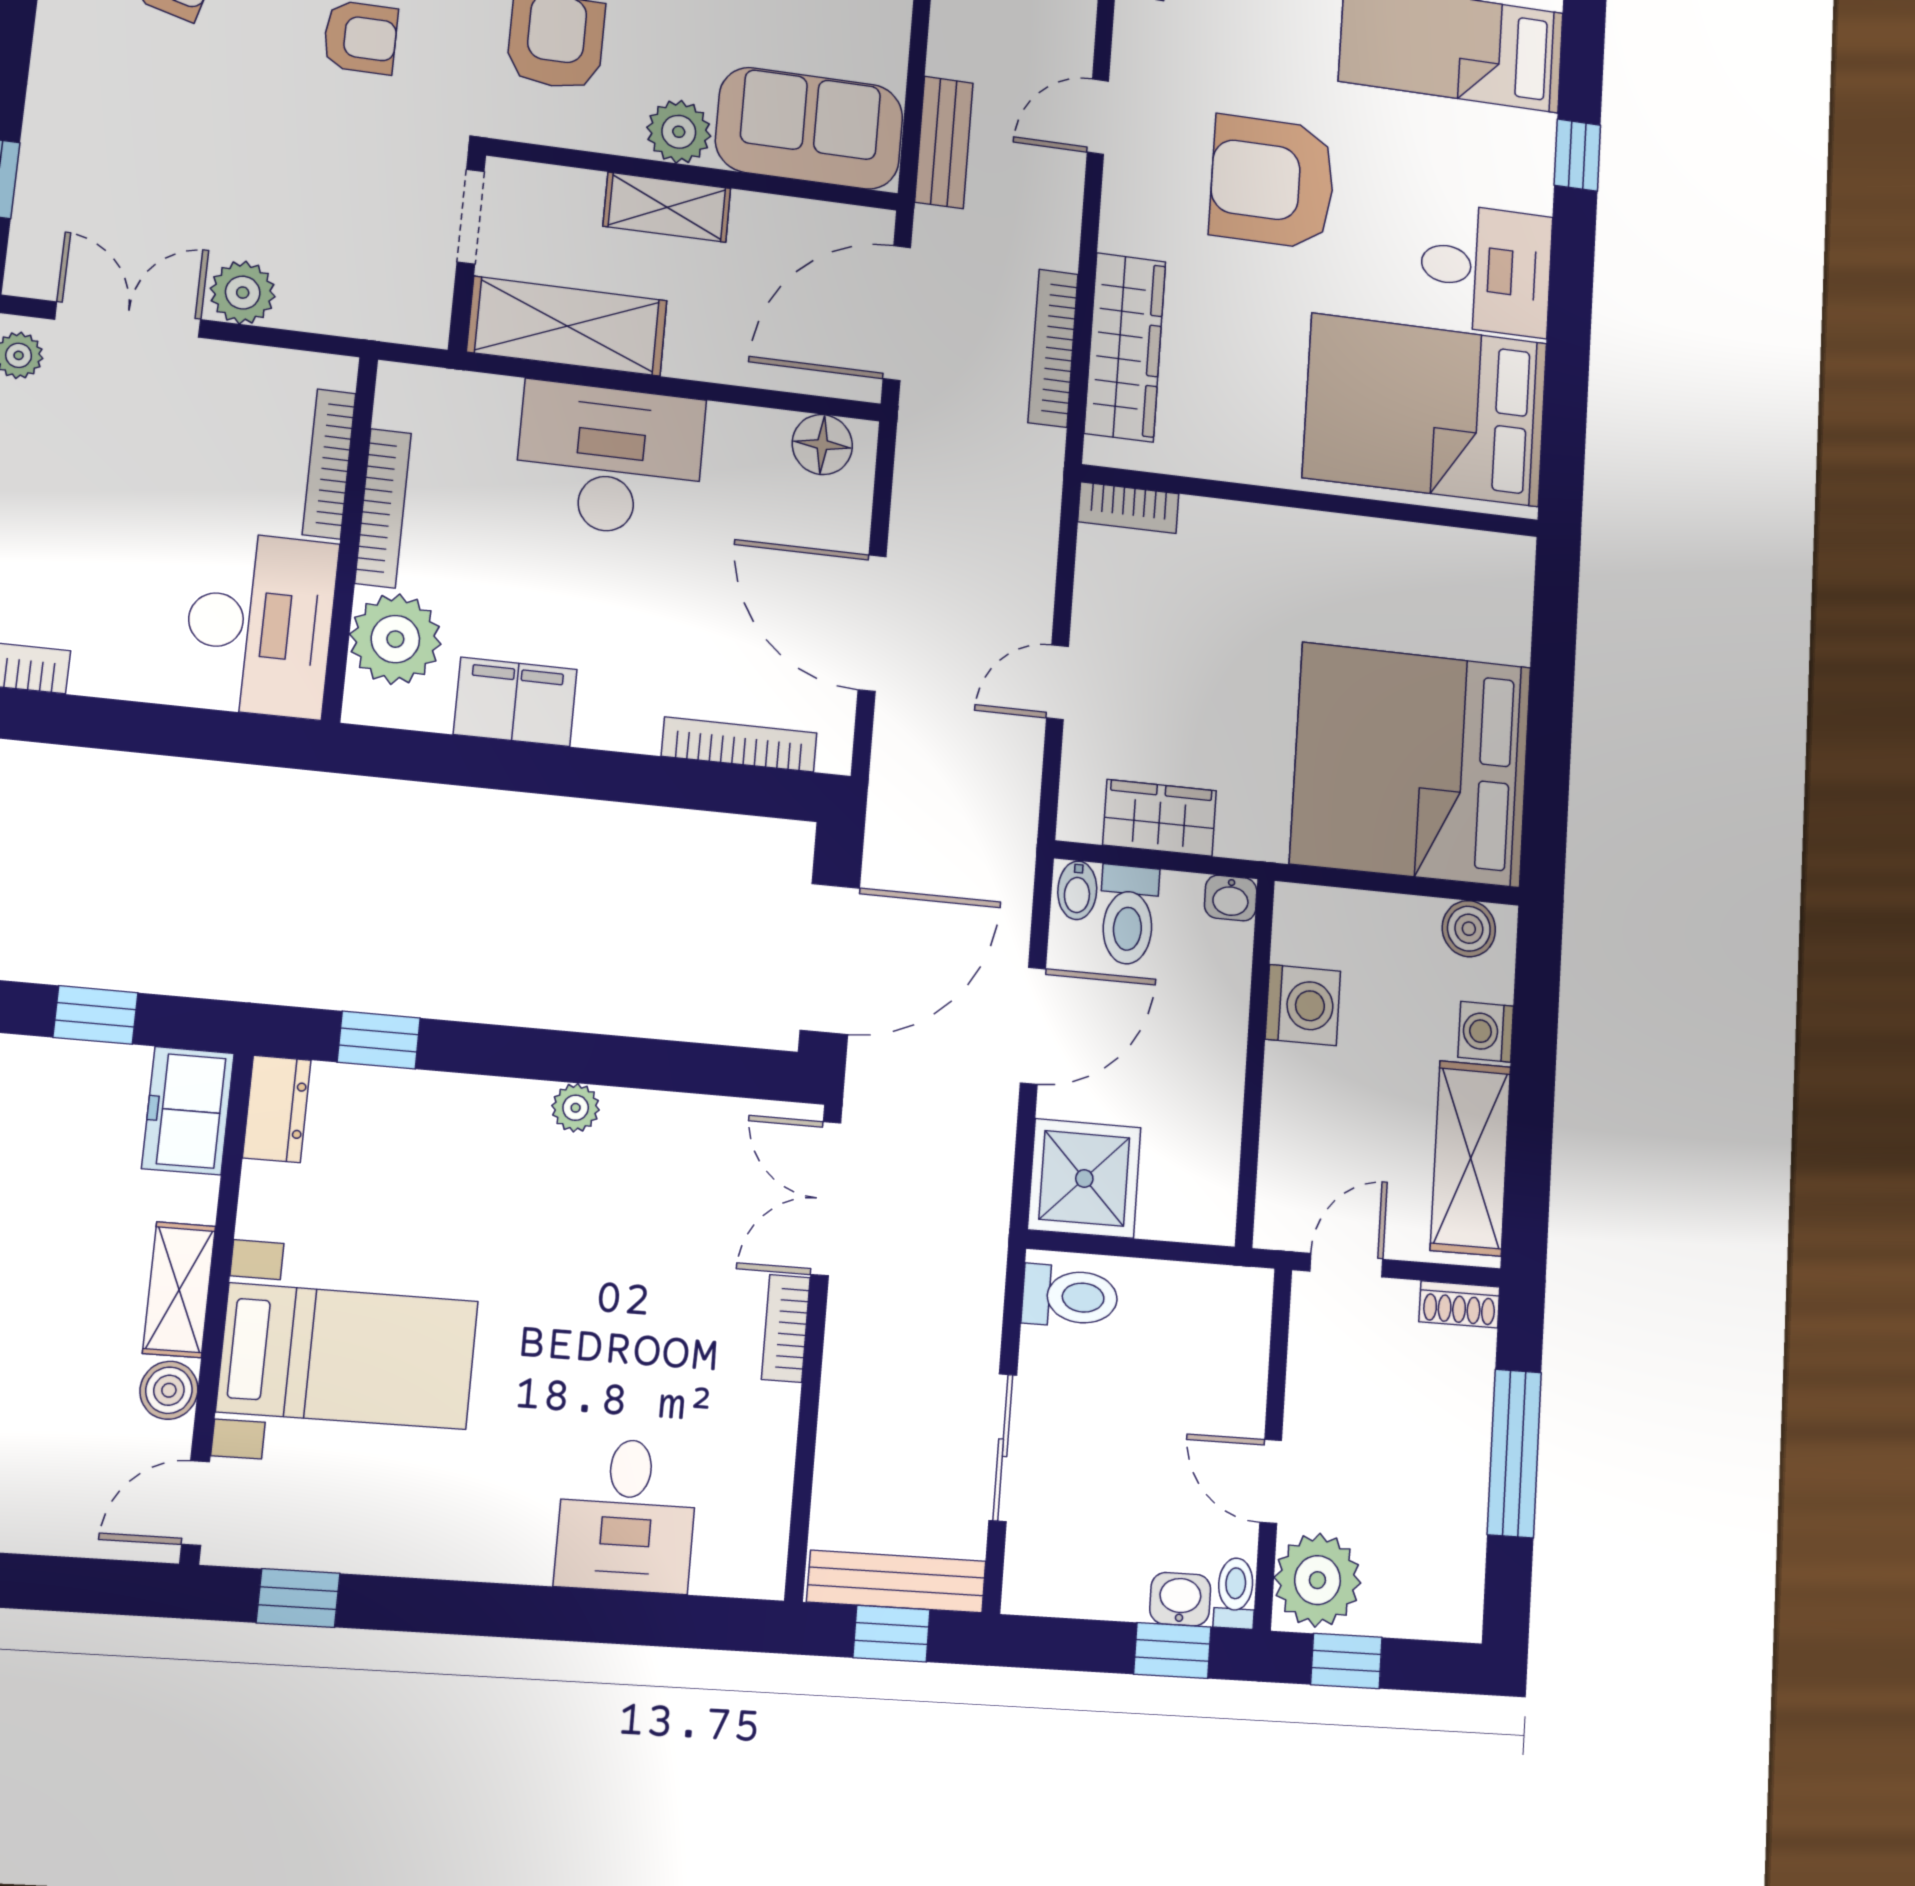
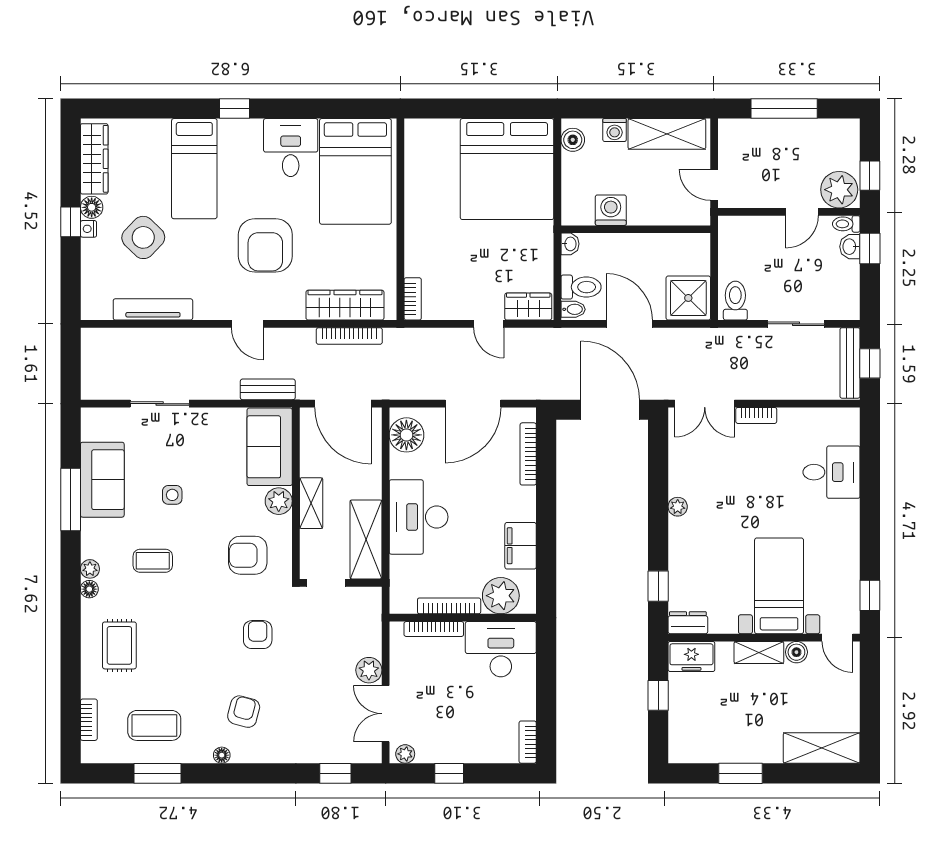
floor lamp: (822, 445) -> (406, 435), width x1.38, depth x1.38
wardrobe: (1160, 818) -> (528, 307), moved, turned 90
shoe rack: (1459, 1304) -> (726, 136), removed

